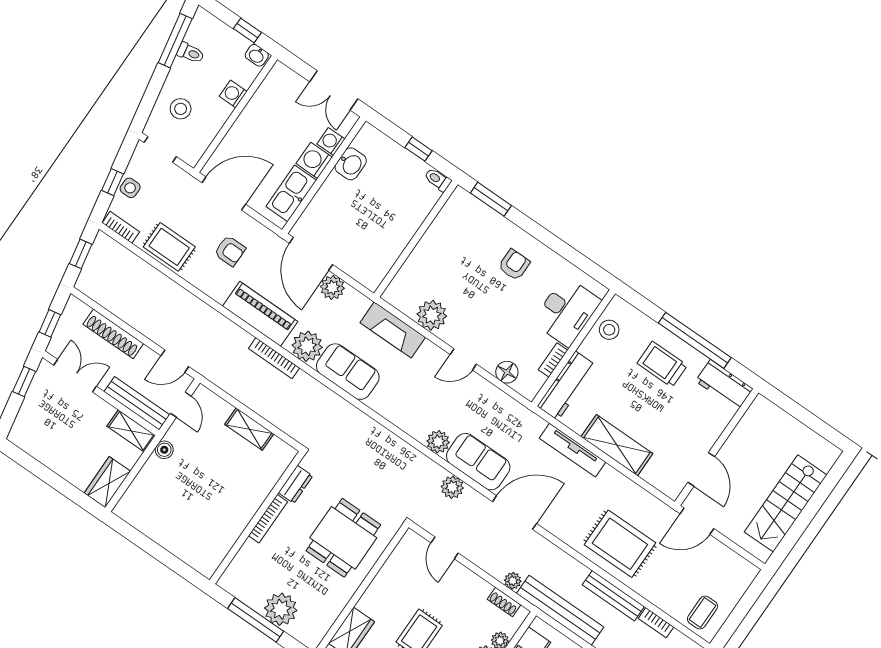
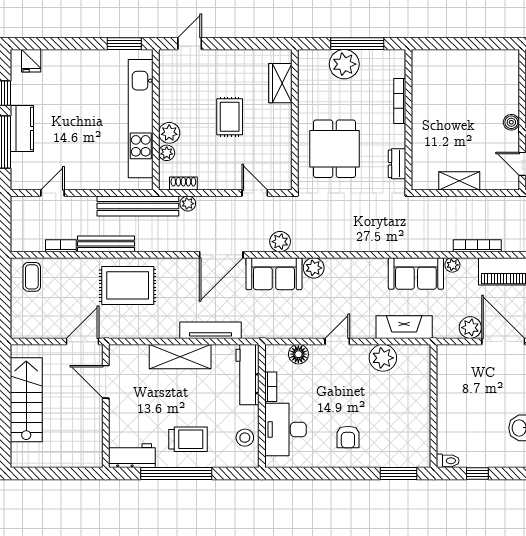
plant: (307, 346) -> (452, 265), width x0.53, depth x0.53
bookcase: (268, 519) -> (400, 101), moved

